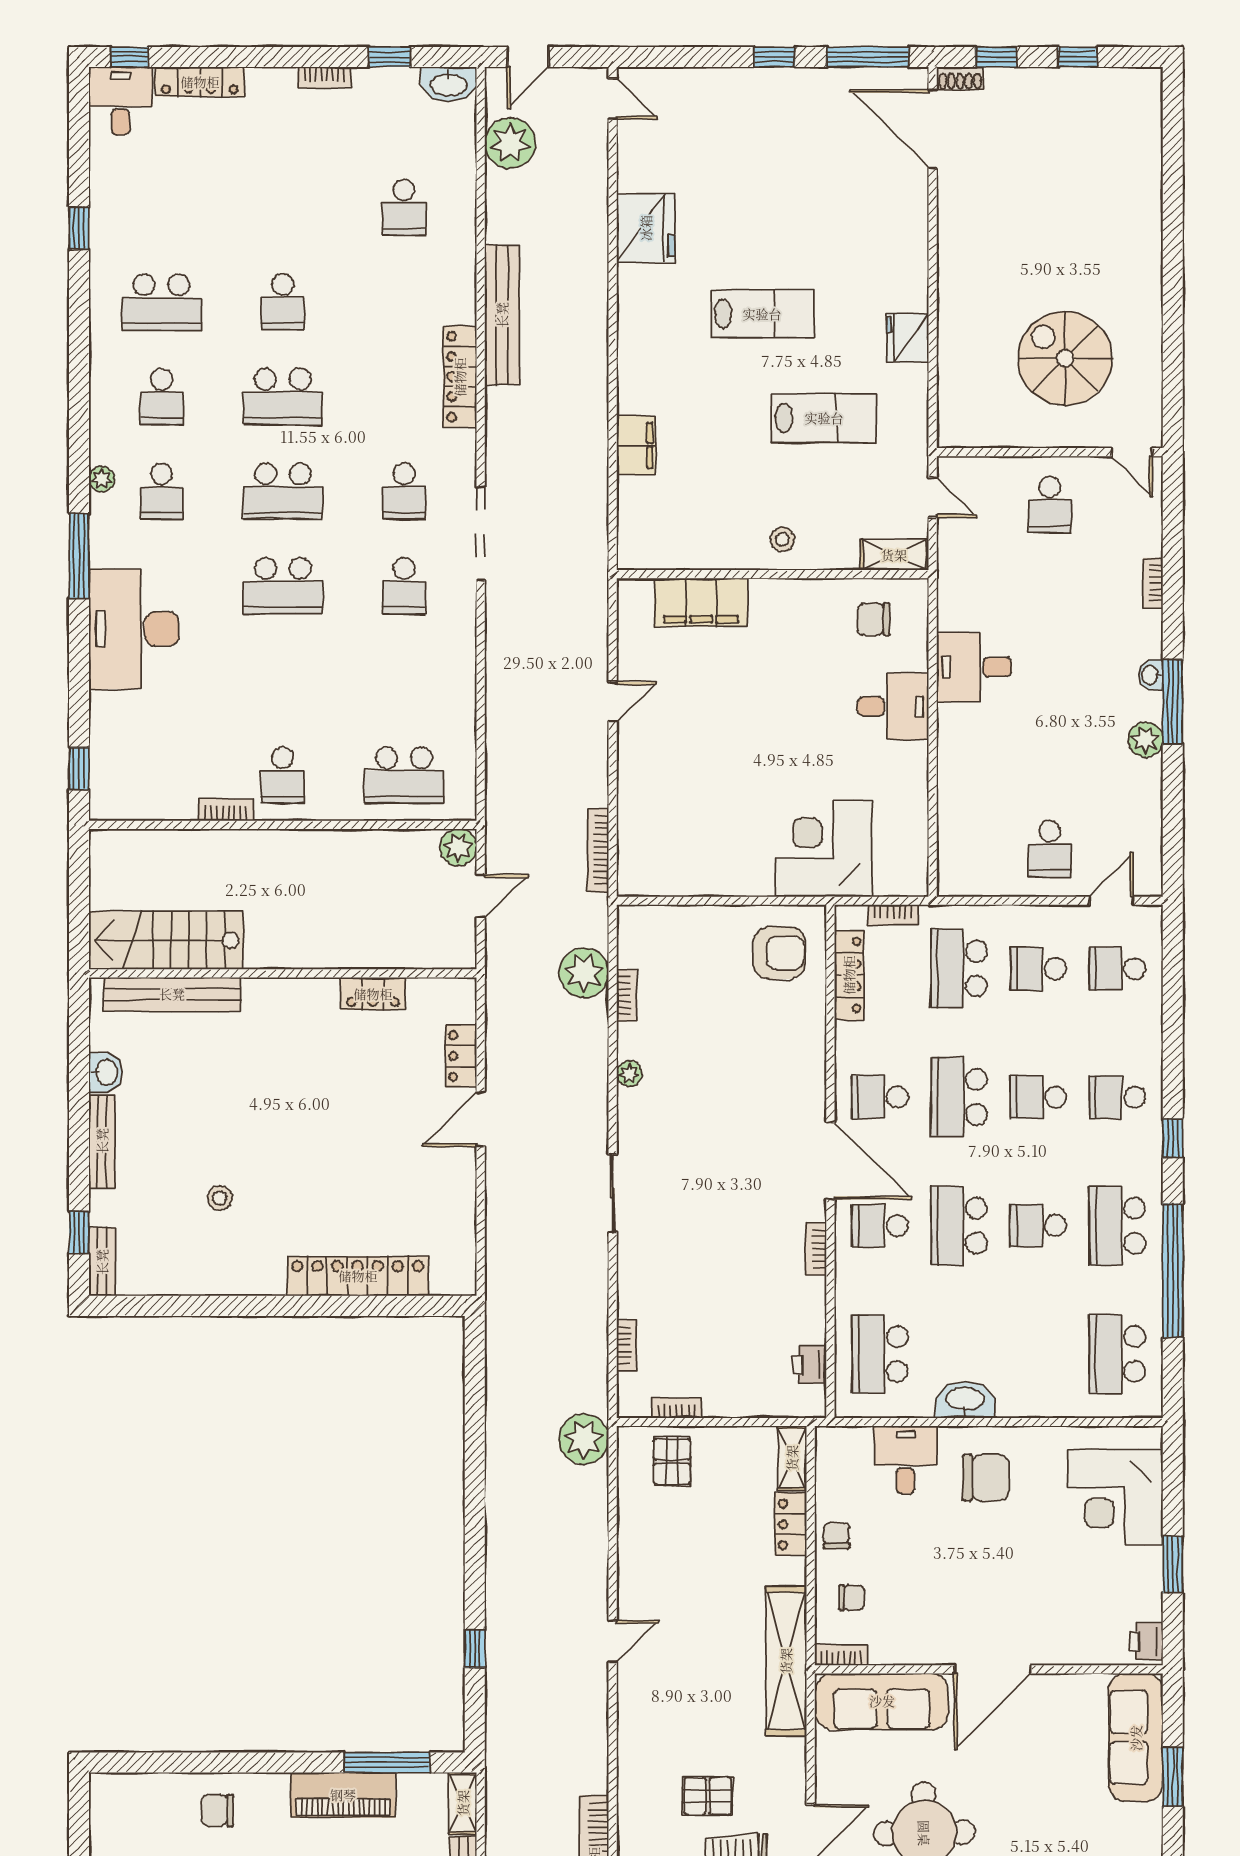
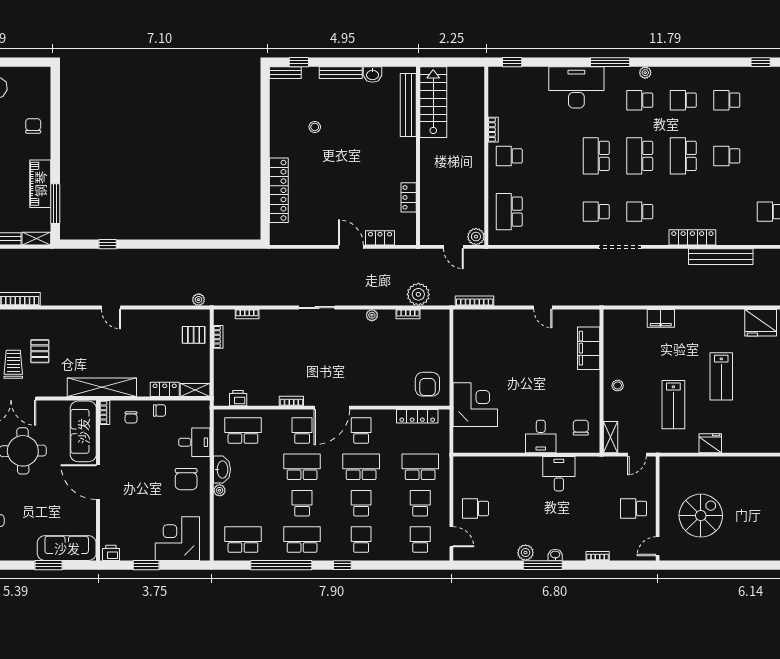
school desk: (162, 302) -> (727, 100), width x0.54
bookcase: (893, 915) -> (445, 437), removed
plant: (1010, 1405) -> (220, 490), added
plant: (584, 1439) -> (199, 300), width x0.53, depth x0.53

